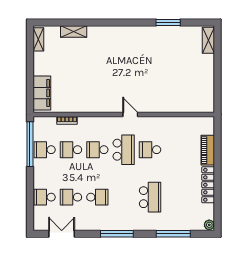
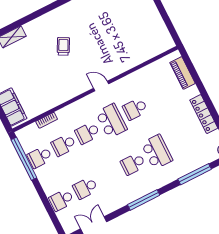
trolley: (115, 63) -> (63, 46), added
piano: (208, 150) -> (182, 73), moved
school desk: (97, 197) -> (133, 164), moved, turned 180

